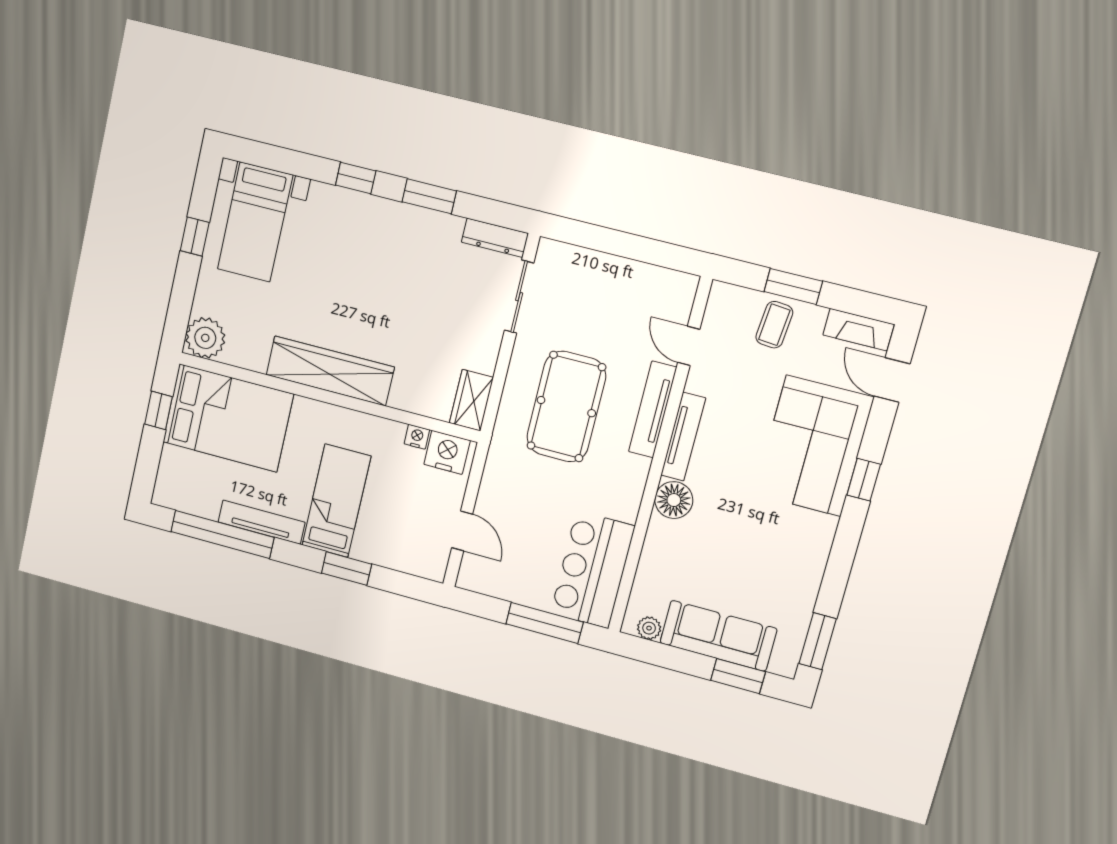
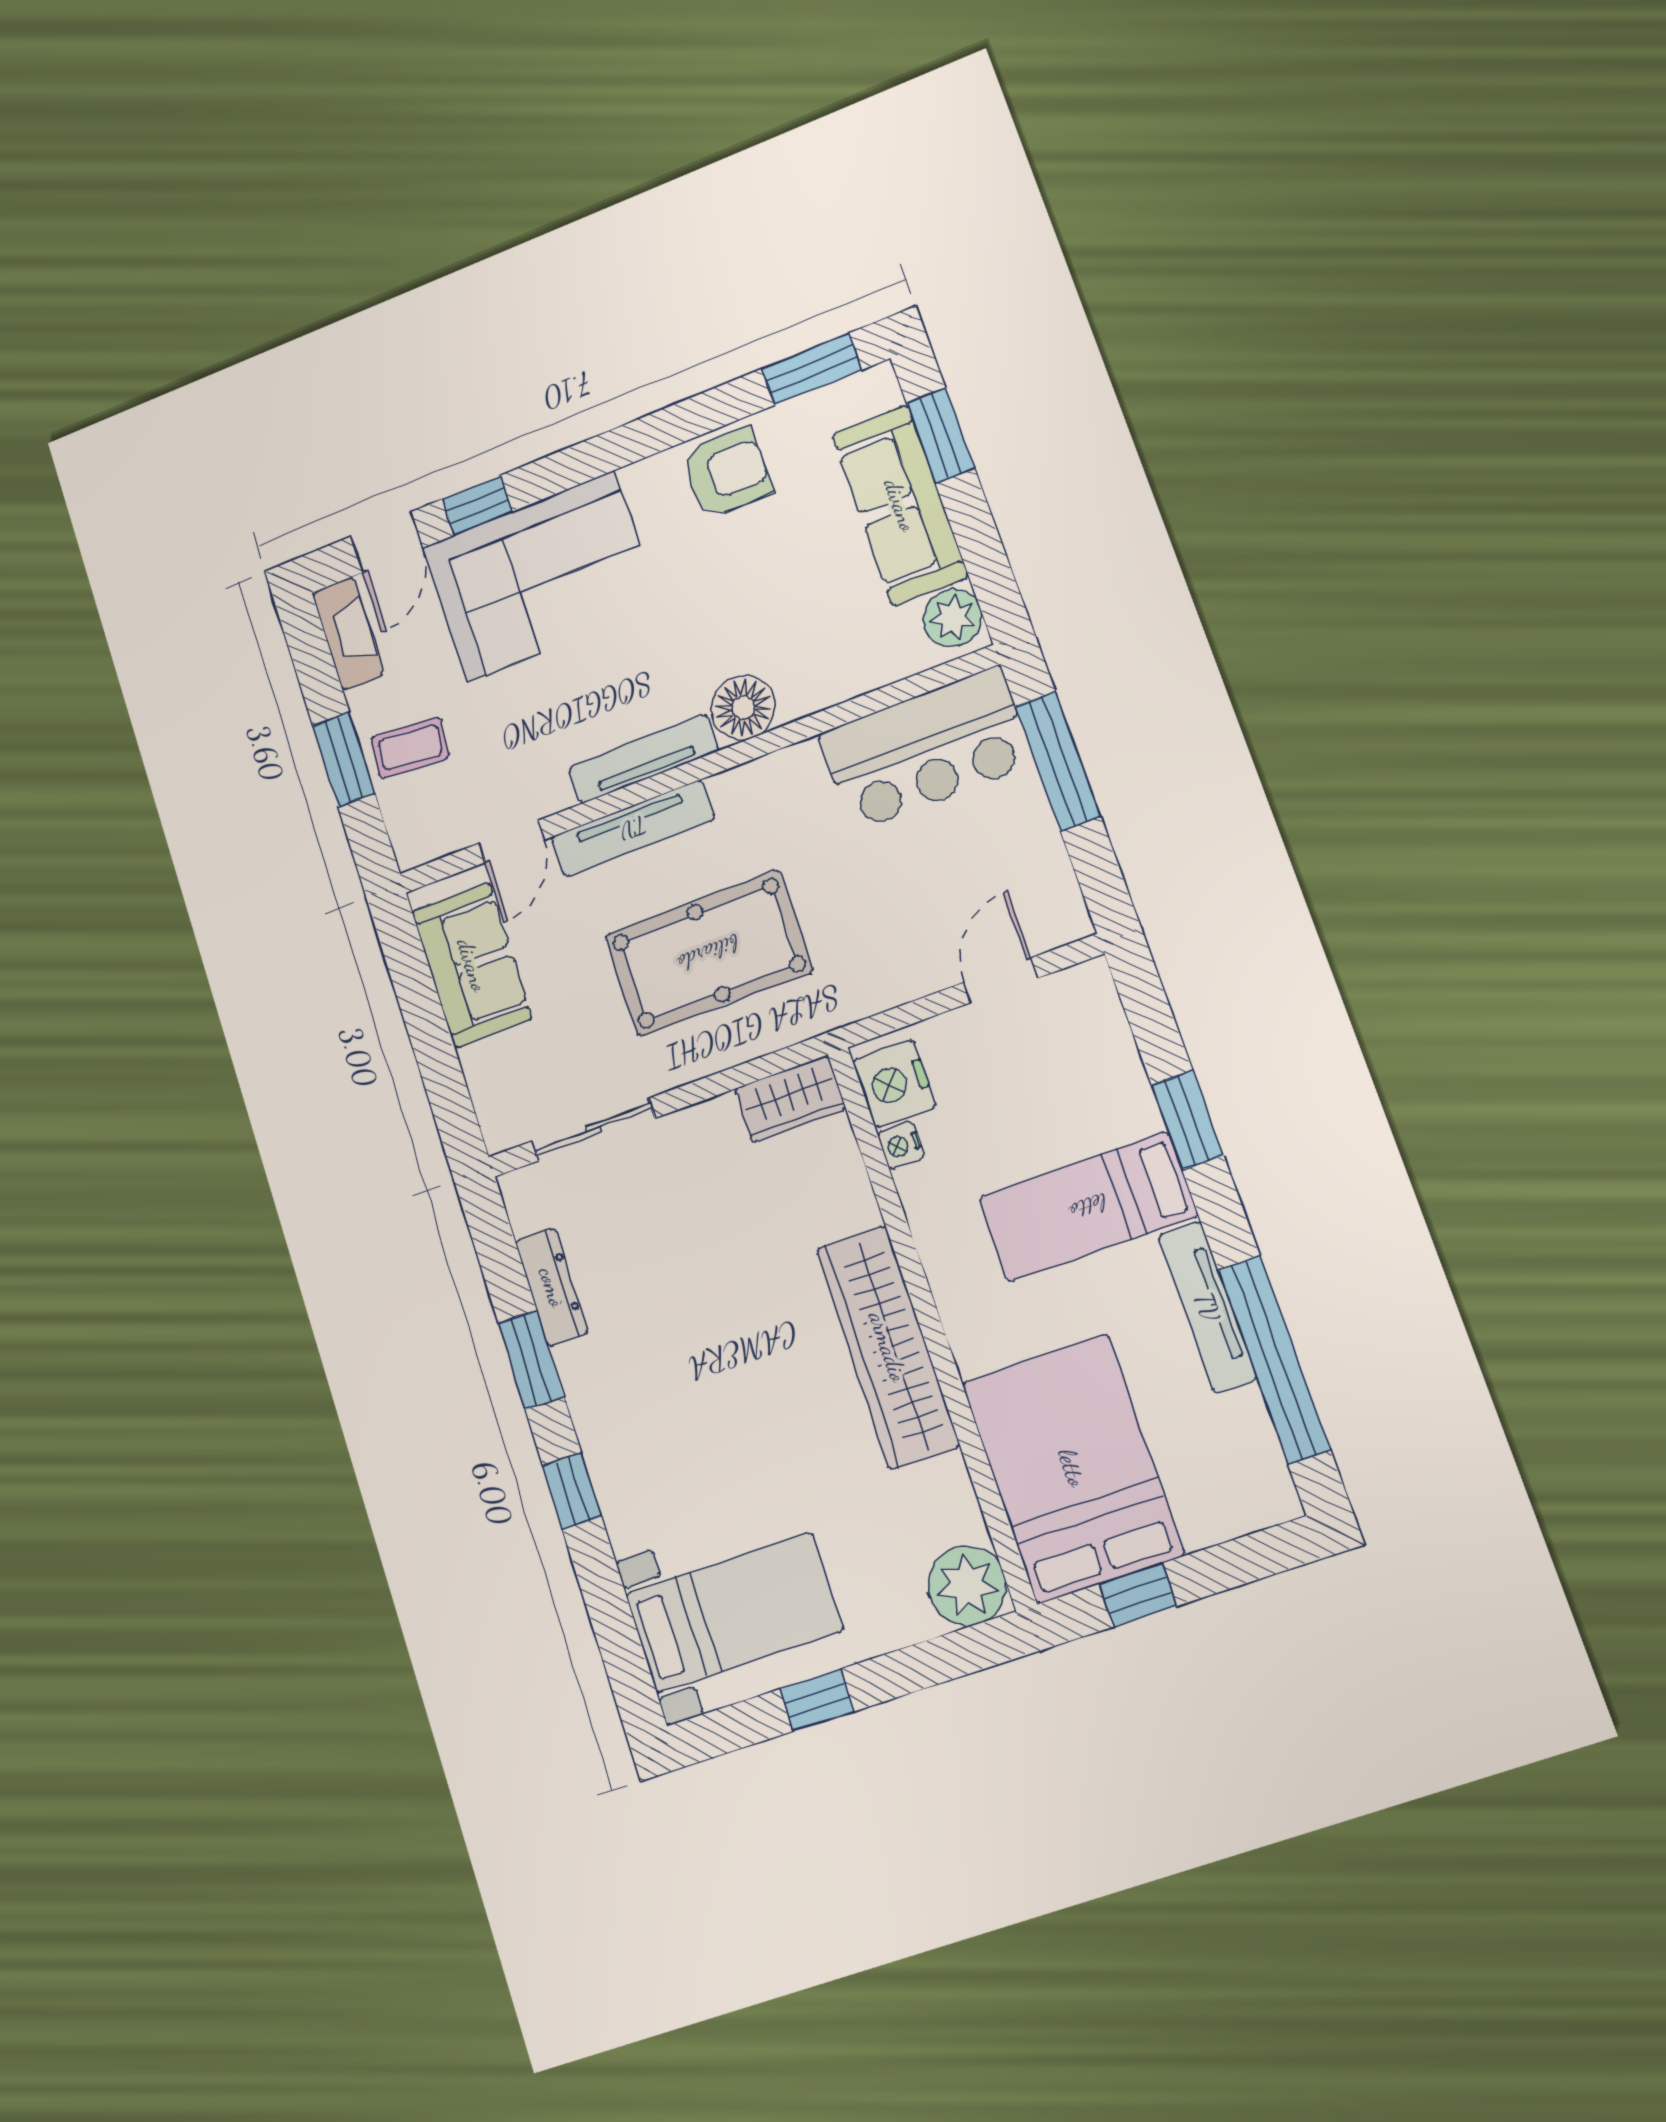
dresser: (495, 238) -> (552, 1287), moved
sofa: (641, 287) -> (472, 965), added
window: (864, 480) -> (477, 505), moved
armchair: (797, 569) -> (727, 472), added
plant: (649, 628) -> (953, 618), width x1.38, depth x1.38

